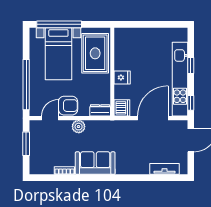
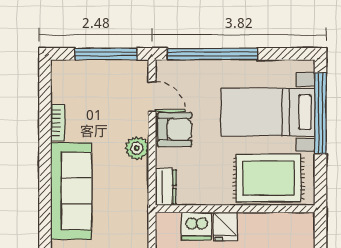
armchair: (68, 106) -> (175, 129), turned -90
dishwasher: (122, 108) -> (196, 226), moved
window: (26, 144) -> (106, 54), width x1.44
sofa: (95, 163) -> (71, 191), width x1.36

